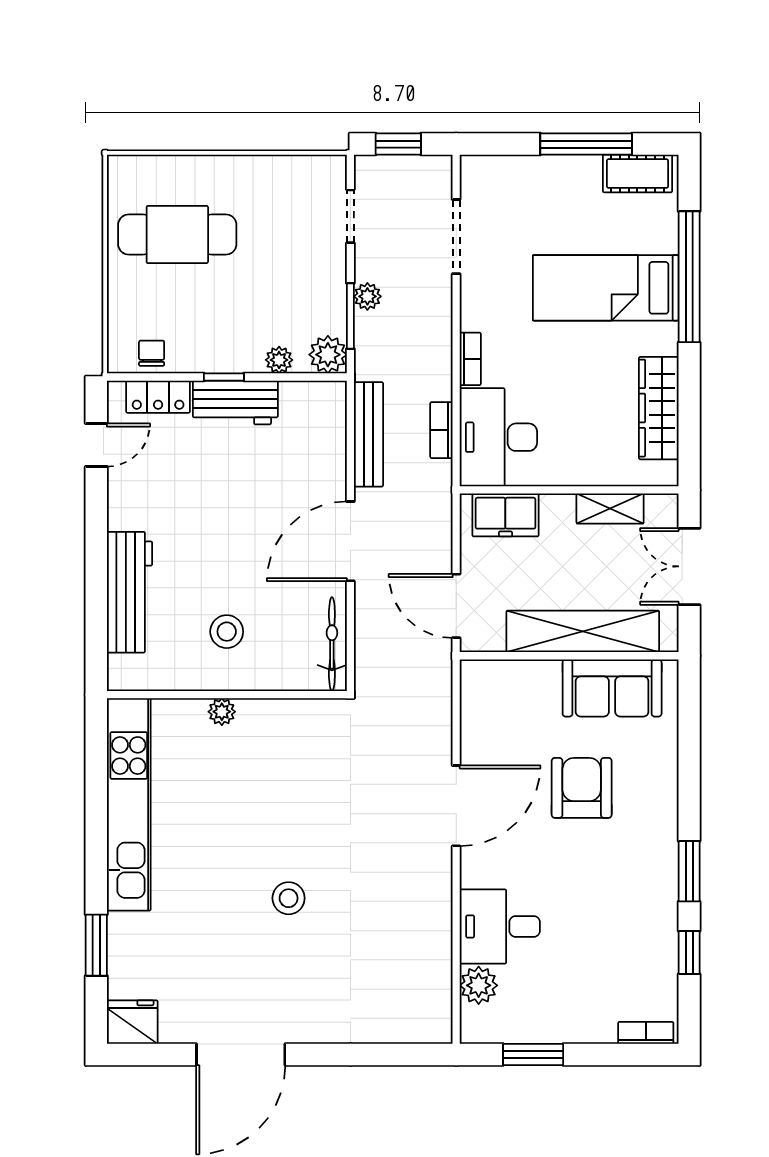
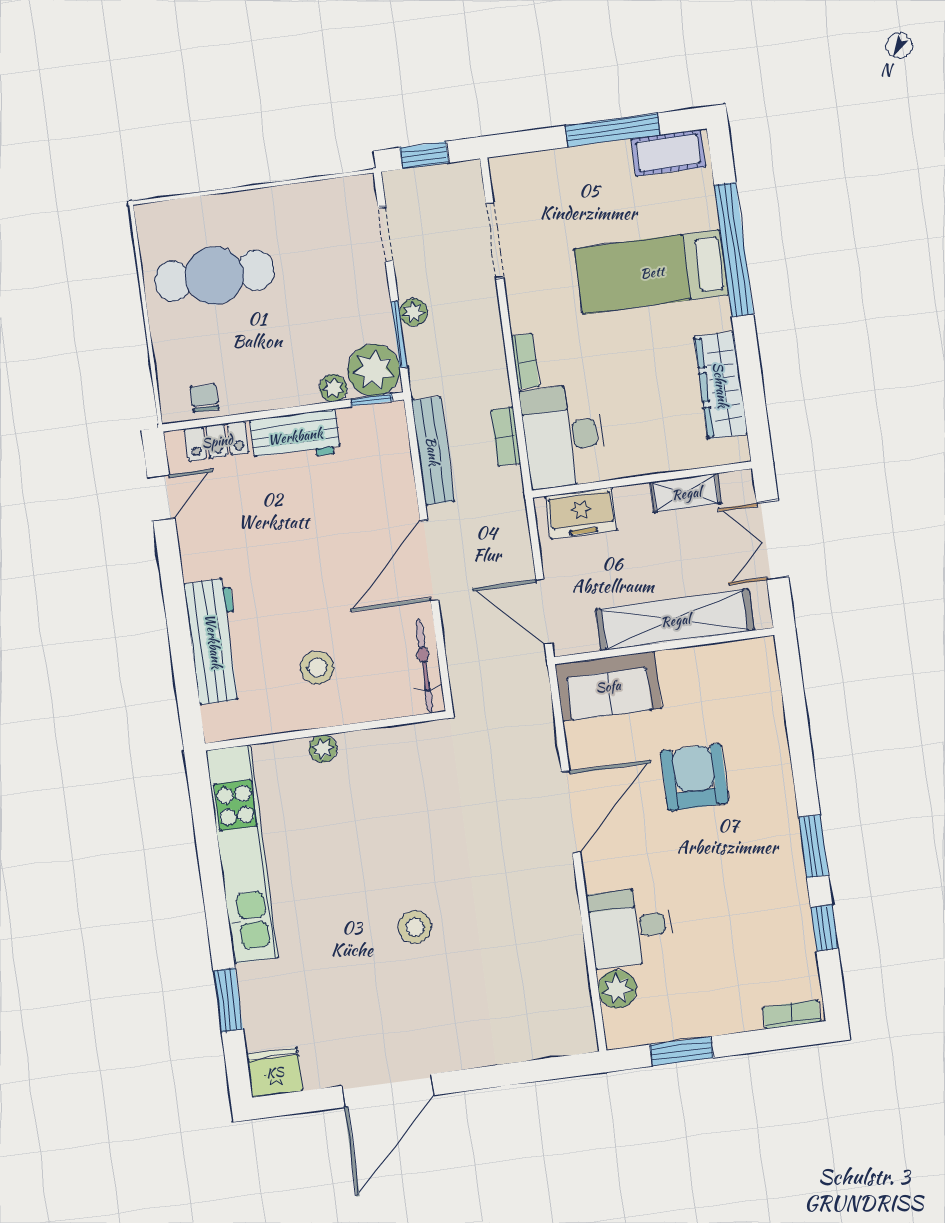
plant: (328, 355) -> (374, 370), width x1.36, depth x1.36
window: (224, 377) -> (372, 400), moved
sofa: (612, 688) -> (608, 686), moved

